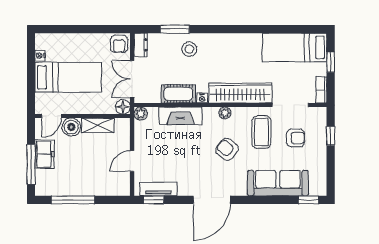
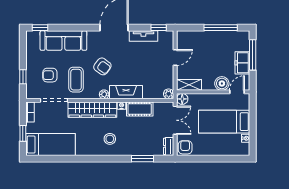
stool: (189, 49) -> (110, 139), moved
fireplace: (181, 116) -> (126, 92), moved
shelving: (98, 125) -> (189, 85), moved
tv unit: (158, 189) -> (143, 36), moved

